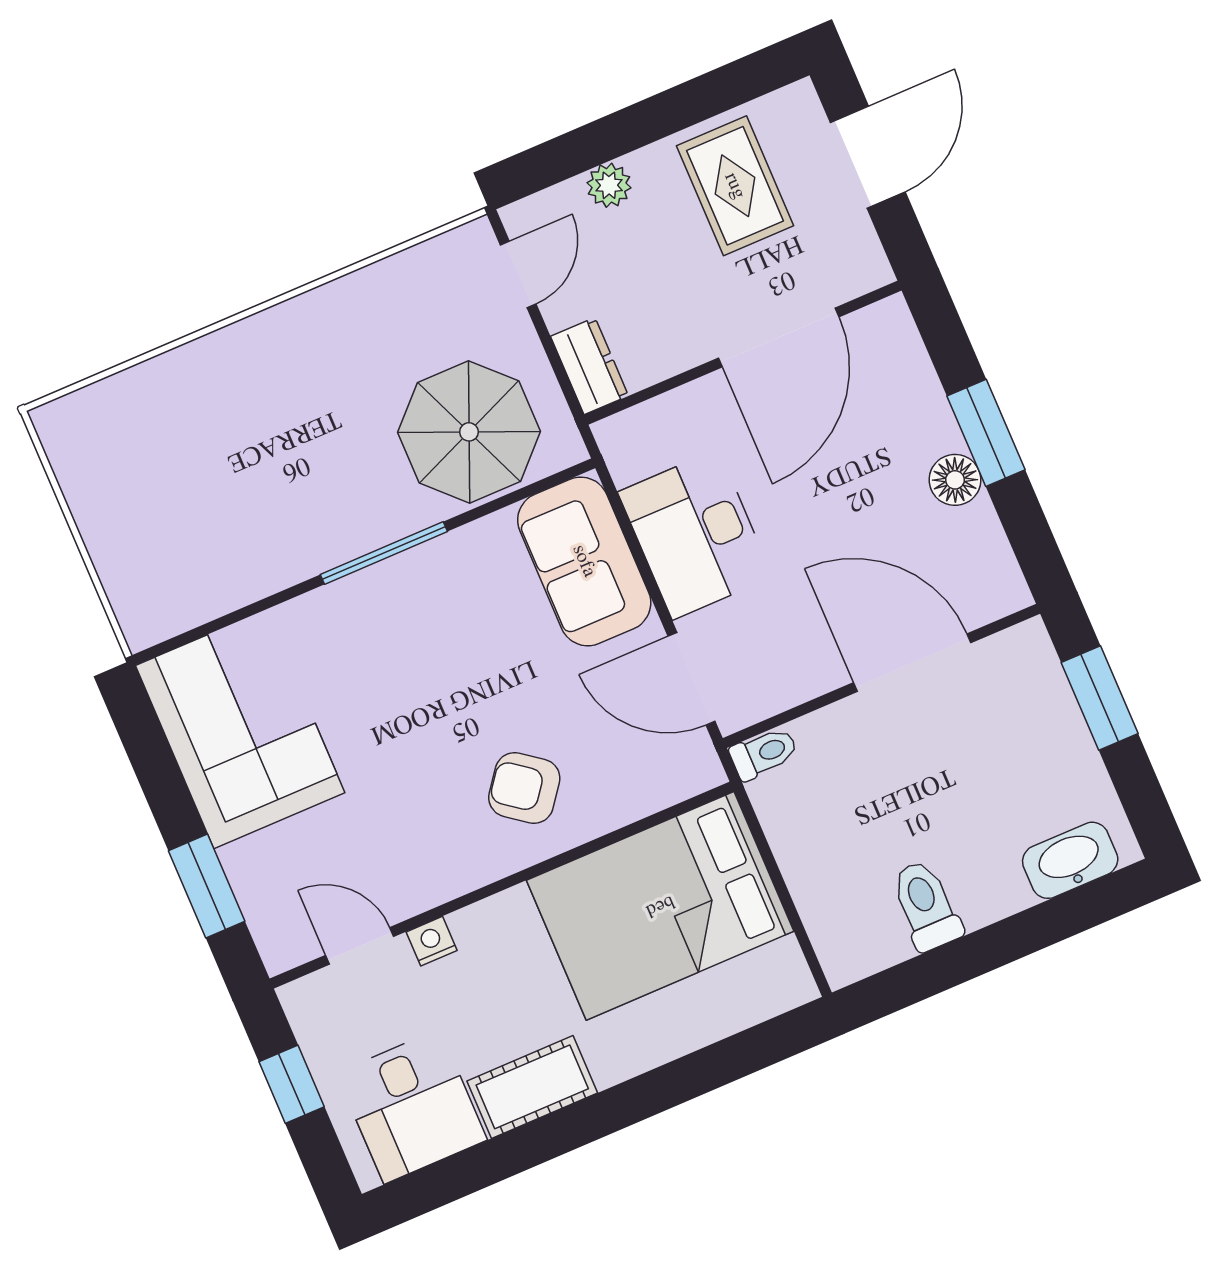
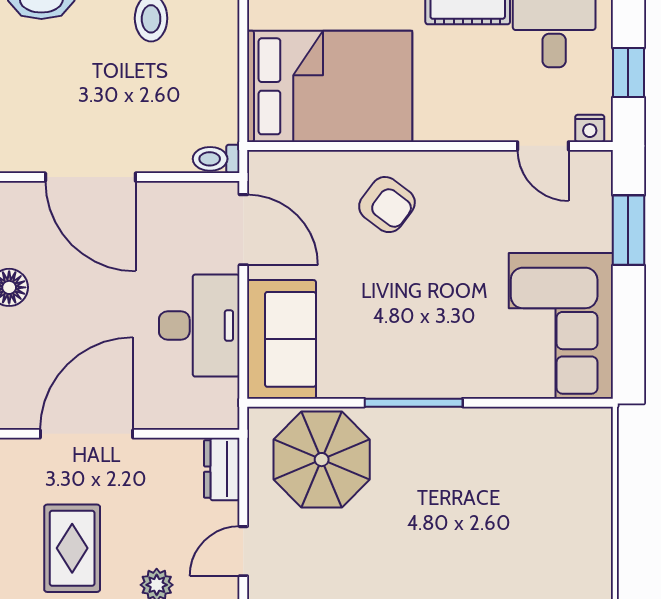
nightstand: (432, 941) -> (590, 128), moved

